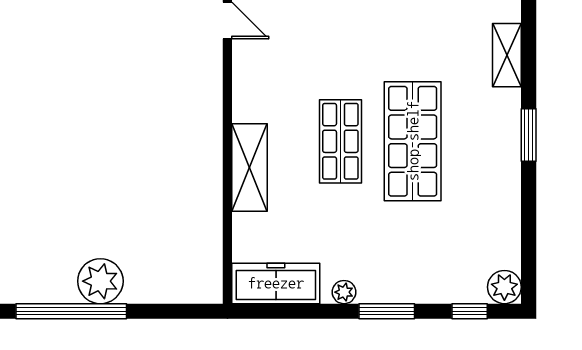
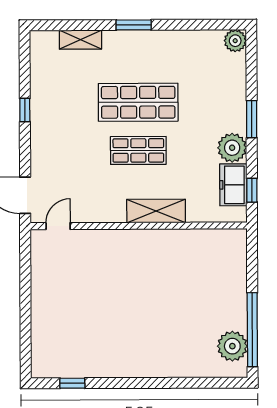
plant: (100, 281) -> (232, 346), moved
freezer: (276, 283) -> (233, 185), width x0.71
plant: (344, 292) -> (232, 148), width x1.88, depth x1.88
window: (470, 311) -> (252, 190), moved

